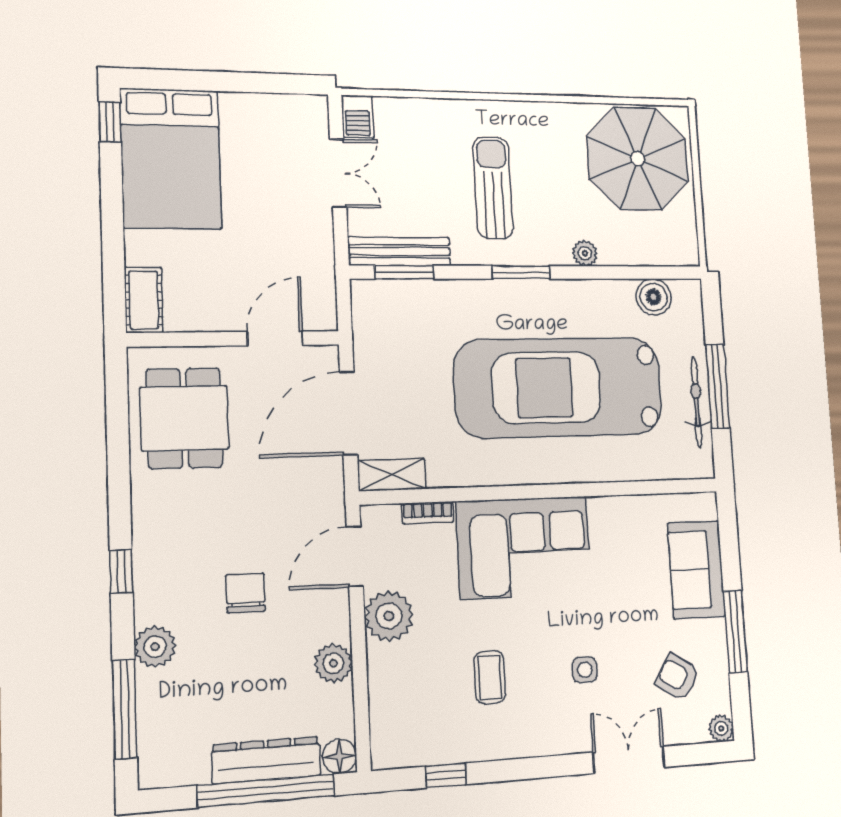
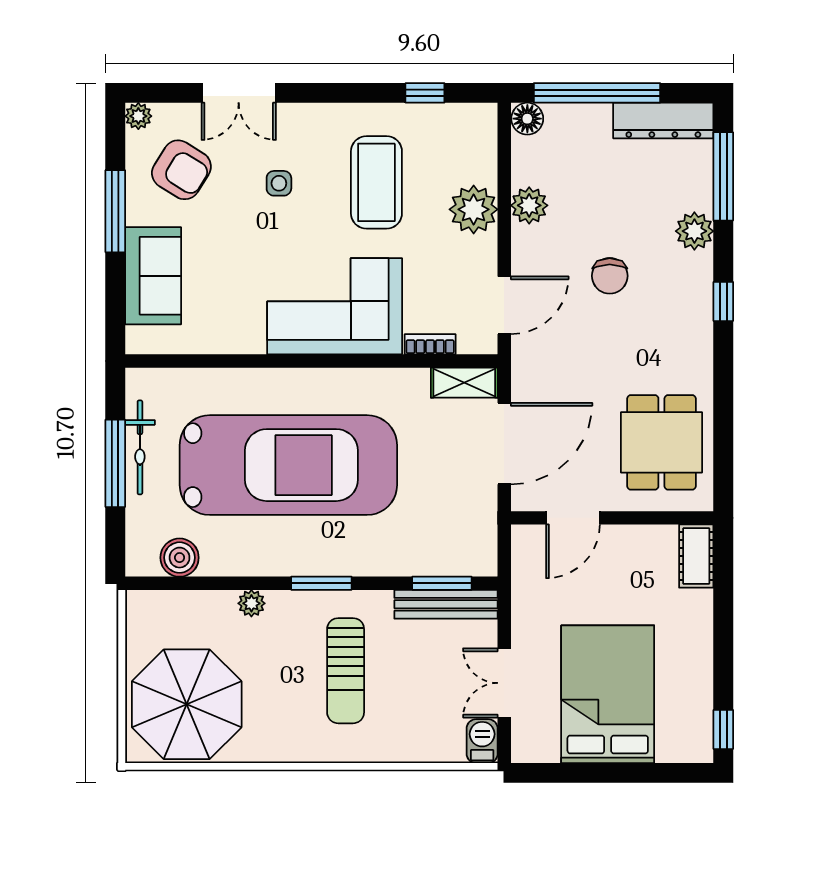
bed: (171, 159) -> (608, 694), moved
plant: (389, 616) -> (474, 209), moved
coffee table: (490, 677) -> (376, 182), width x1.86, depth x1.72
armchair: (678, 677) -> (181, 170), width x1.38, depth x1.38
dresser: (266, 760) -> (663, 121), moved

